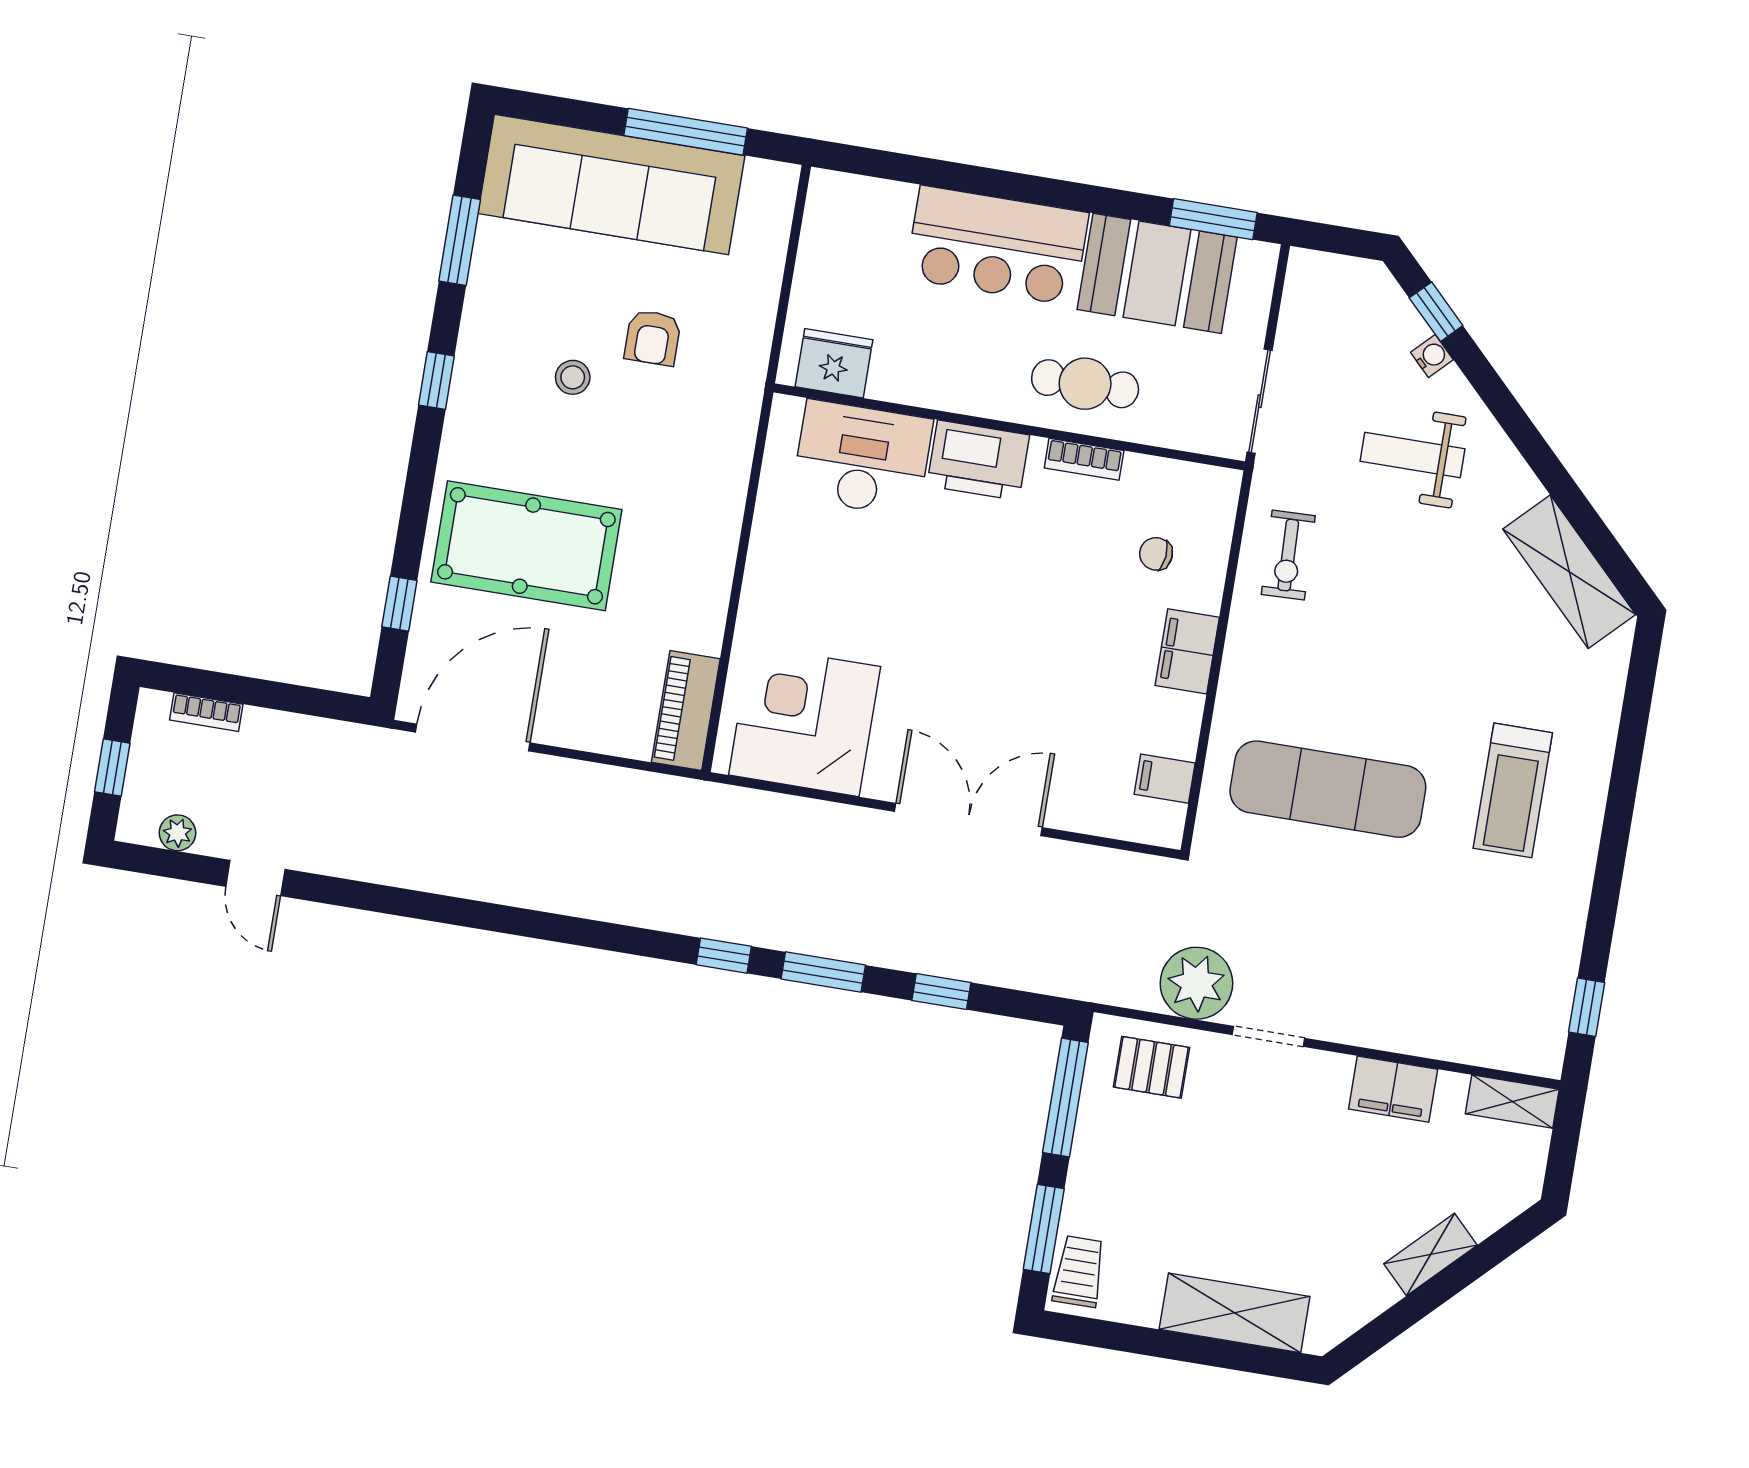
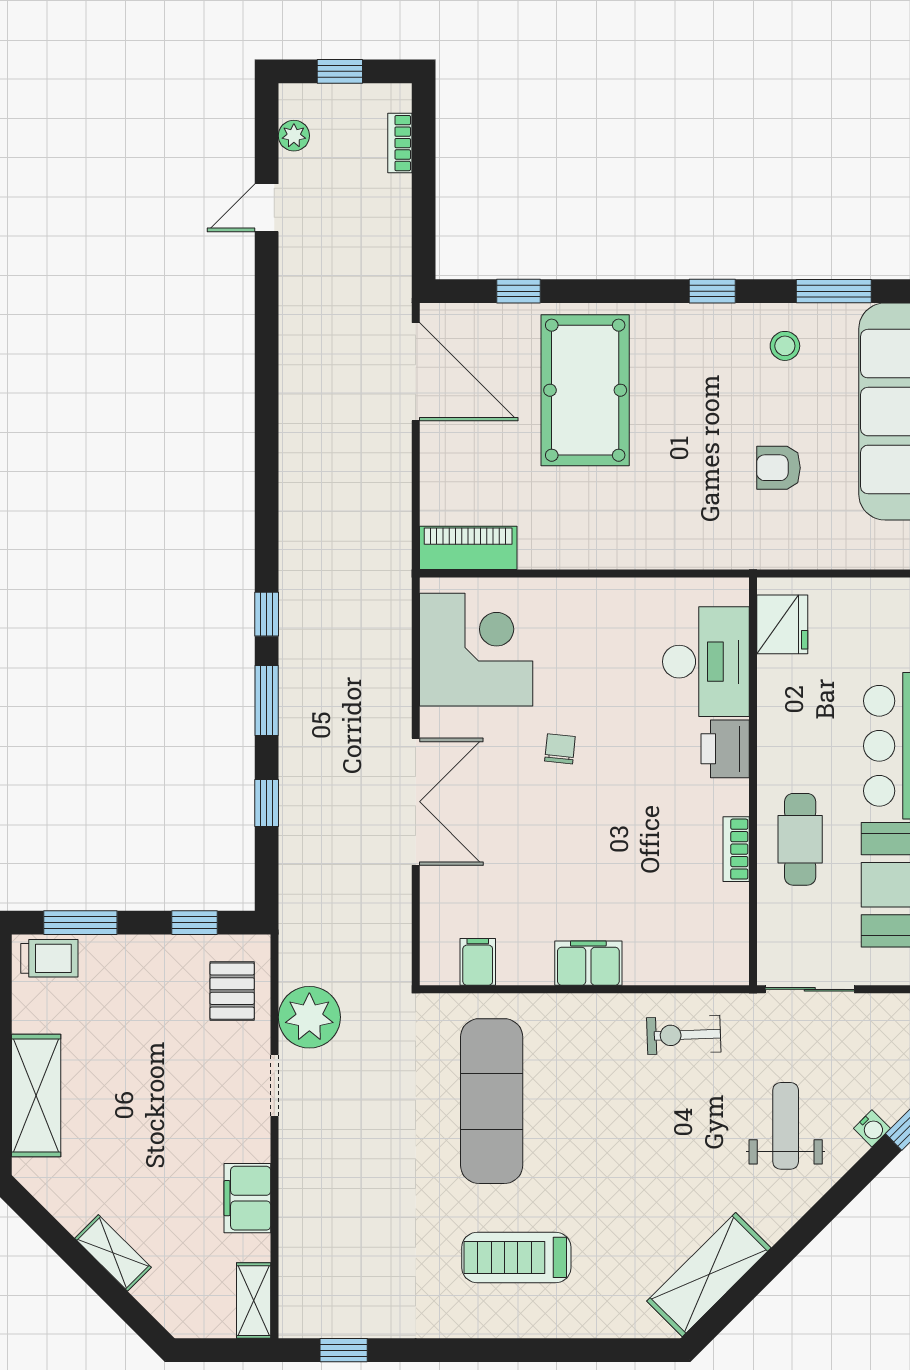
stool: (573, 377) -> (785, 346), moved
printer: (978, 460) -> (725, 749), width x0.73, depth x0.84
chair: (1156, 554) -> (560, 749), moved
window: (1065, 1098) -> (194, 923), width x0.46

